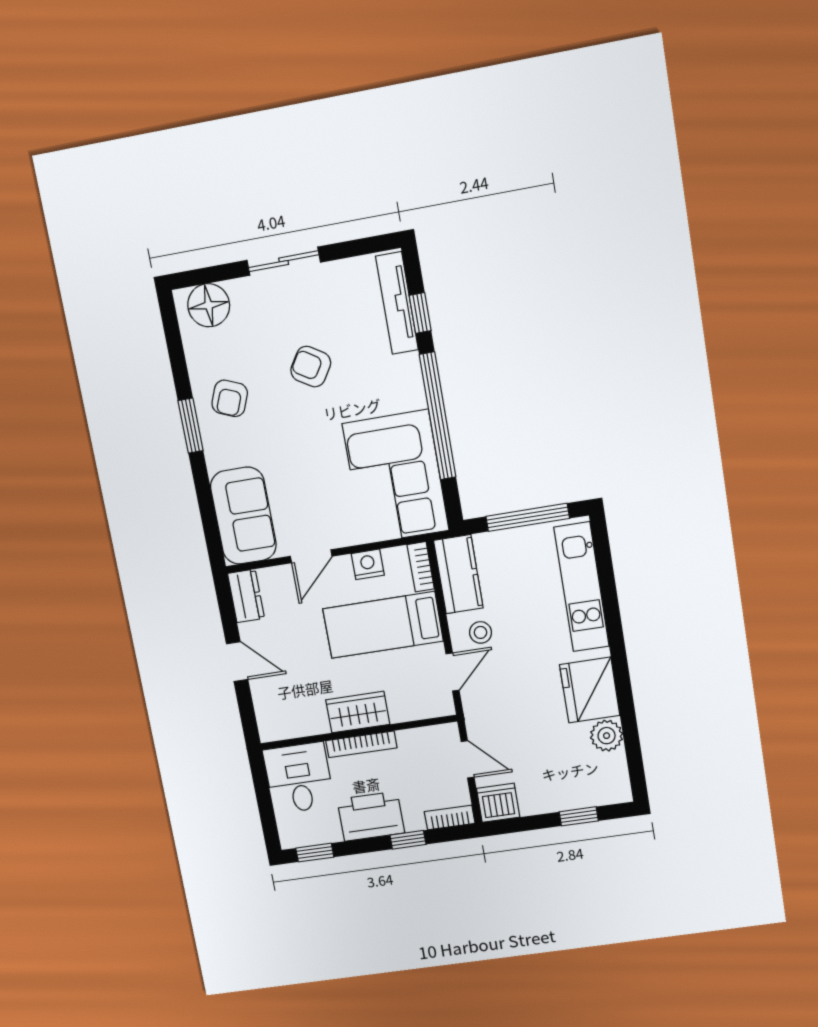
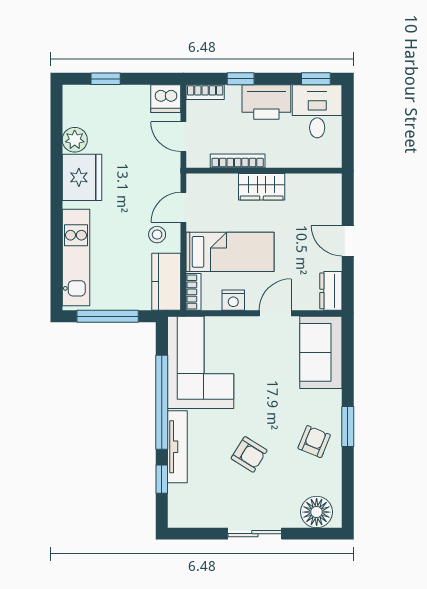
tv unit: (397, 303) -> (177, 447), moved
bookcase: (361, 744) -> (238, 161), moved
desk: (299, 778) -> (317, 111), moved, turned 180

